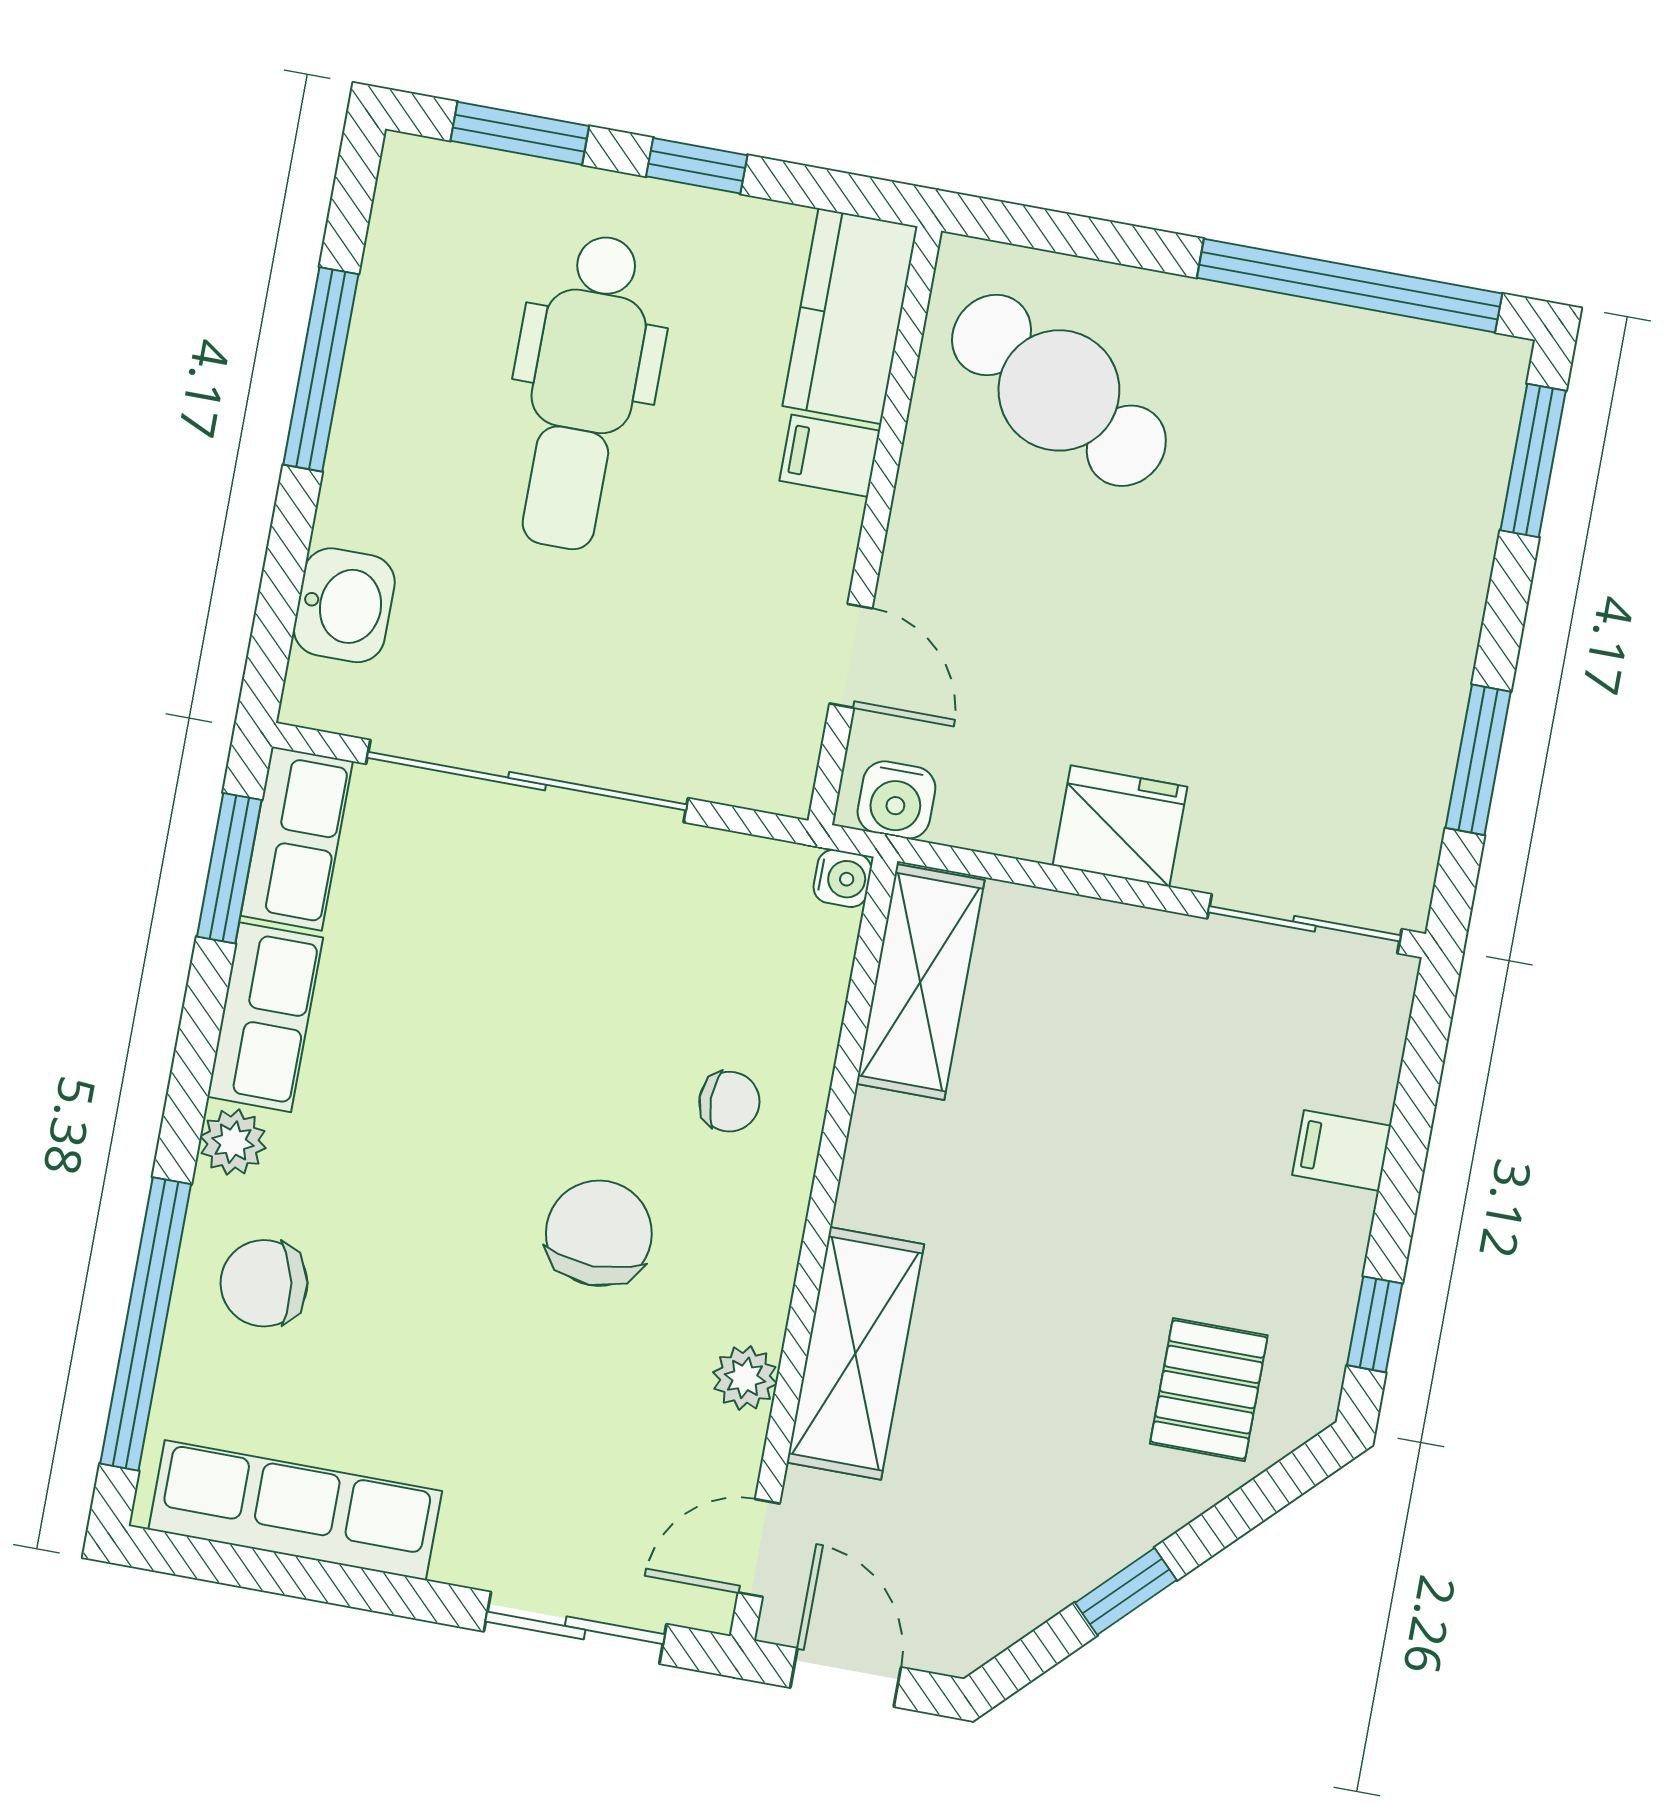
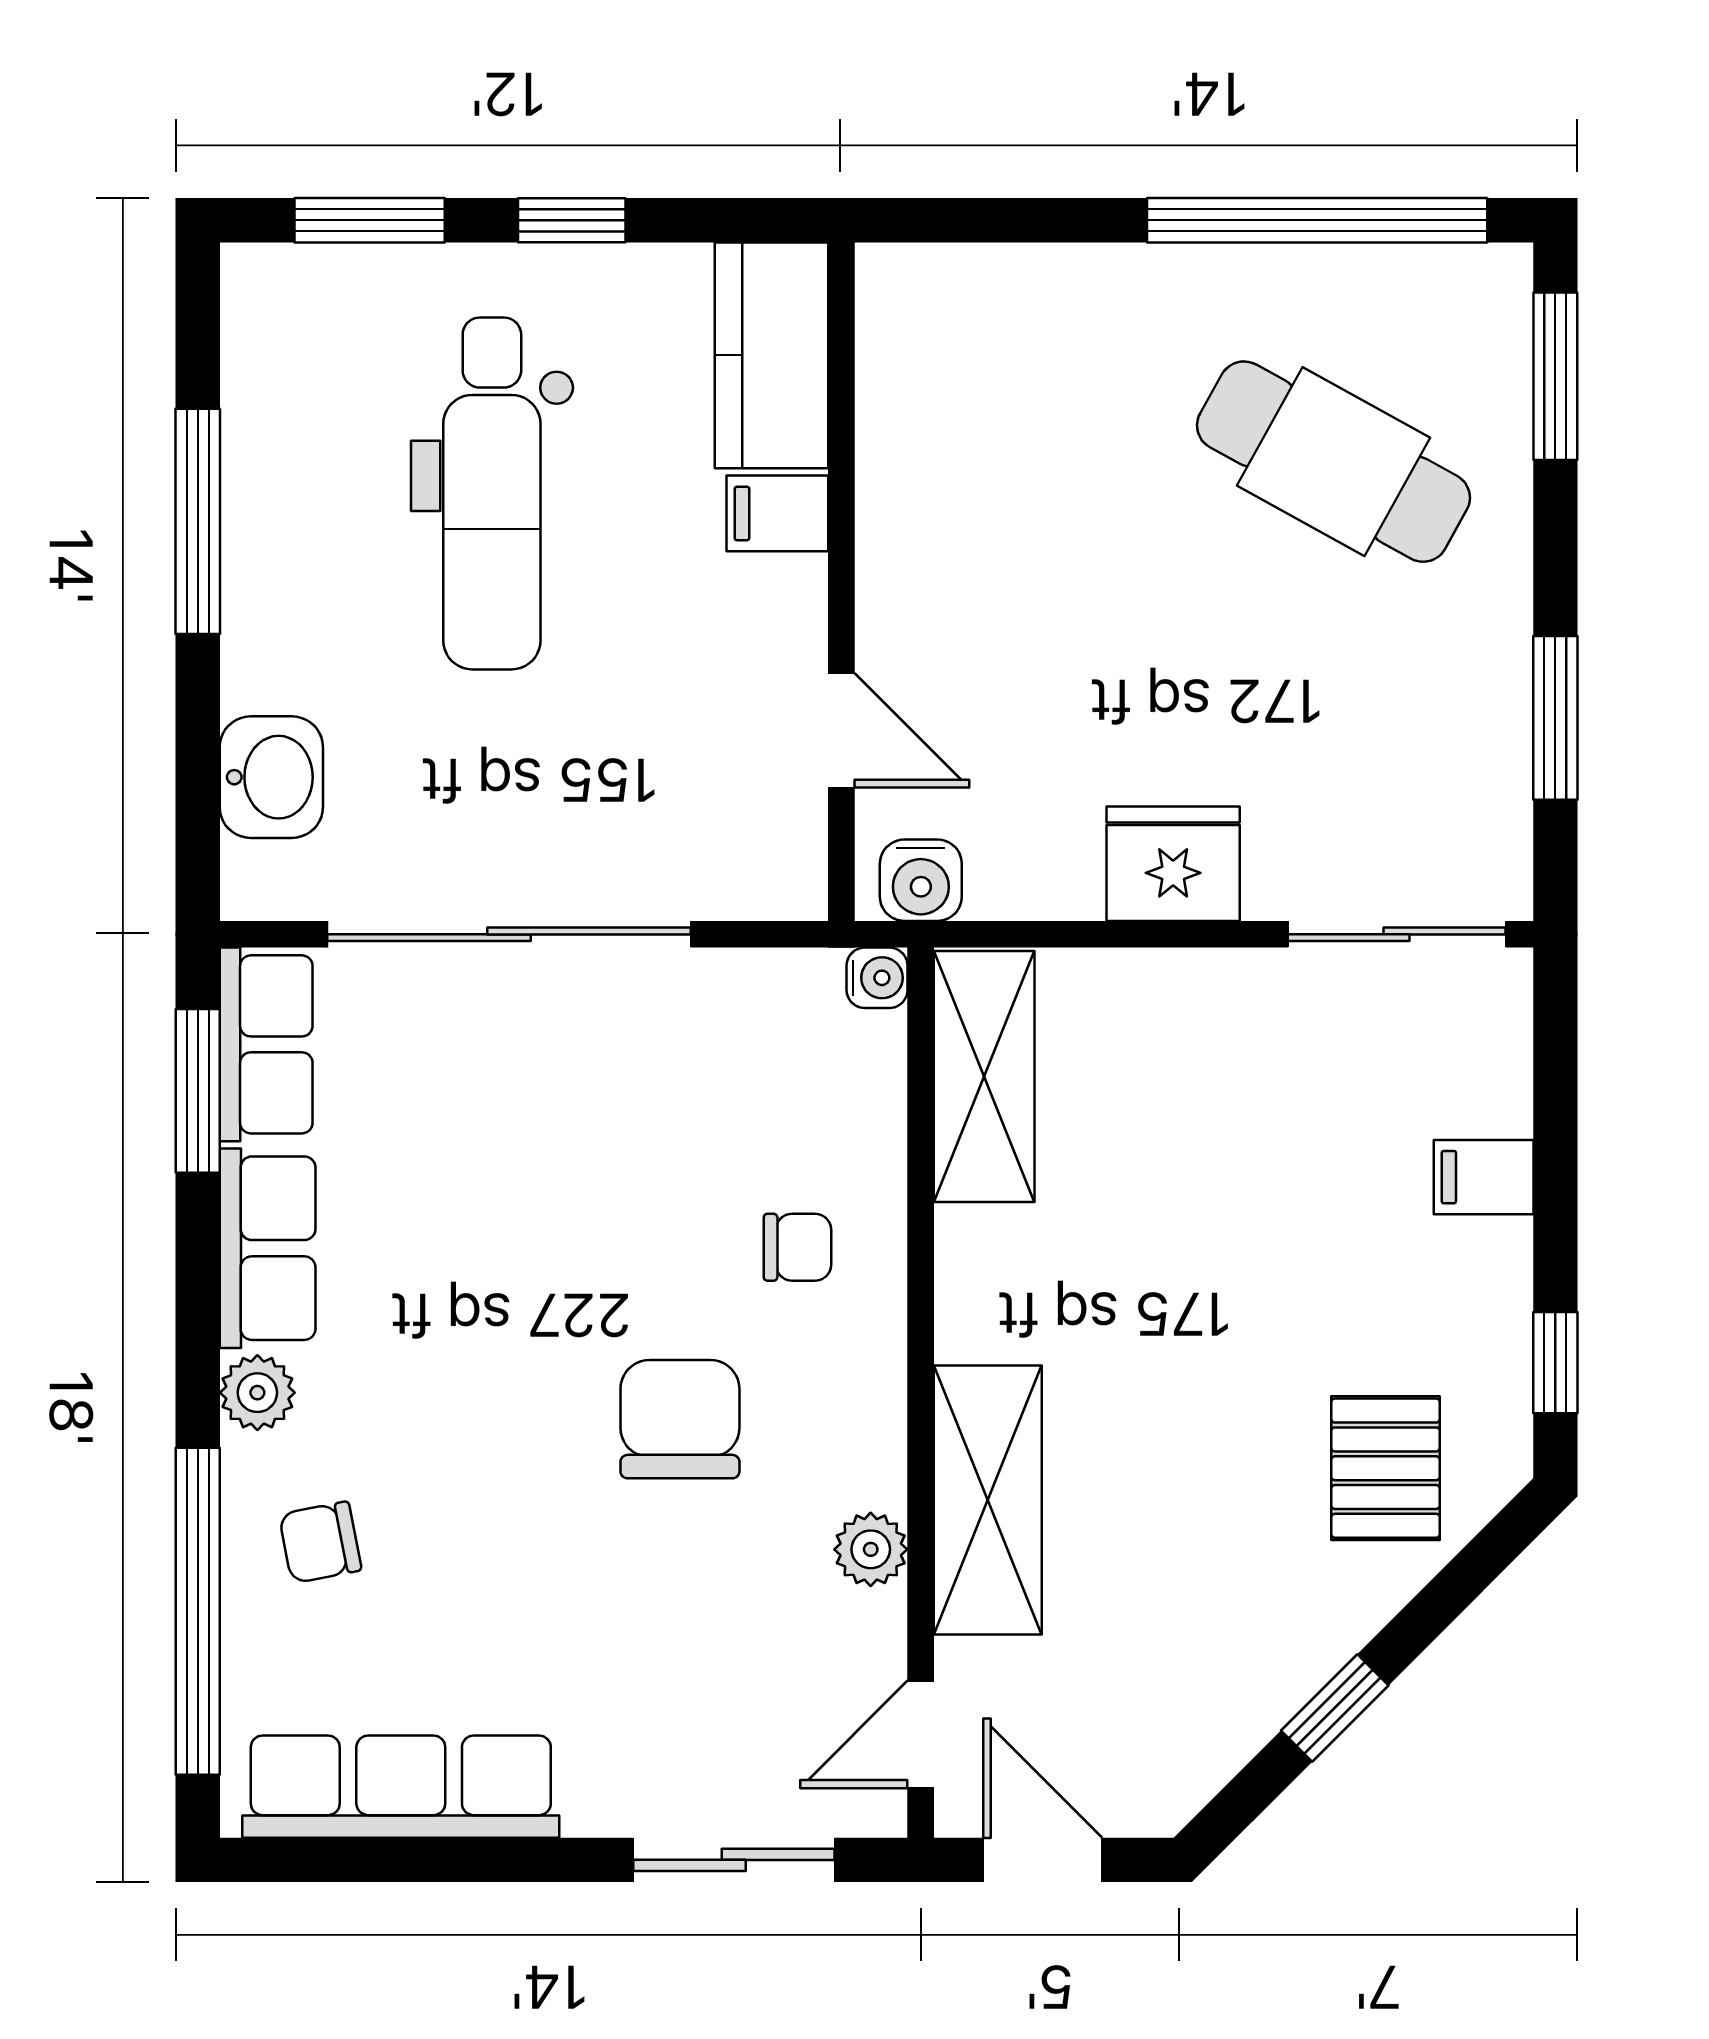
cafe table: (1059, 390) -> (1334, 462), moved
chair: (264, 1283) -> (320, 1542), width x0.73, depth x0.73

